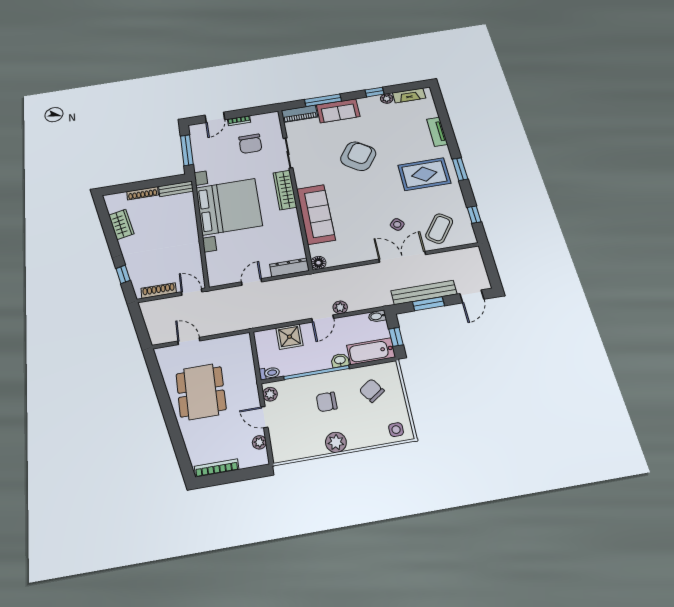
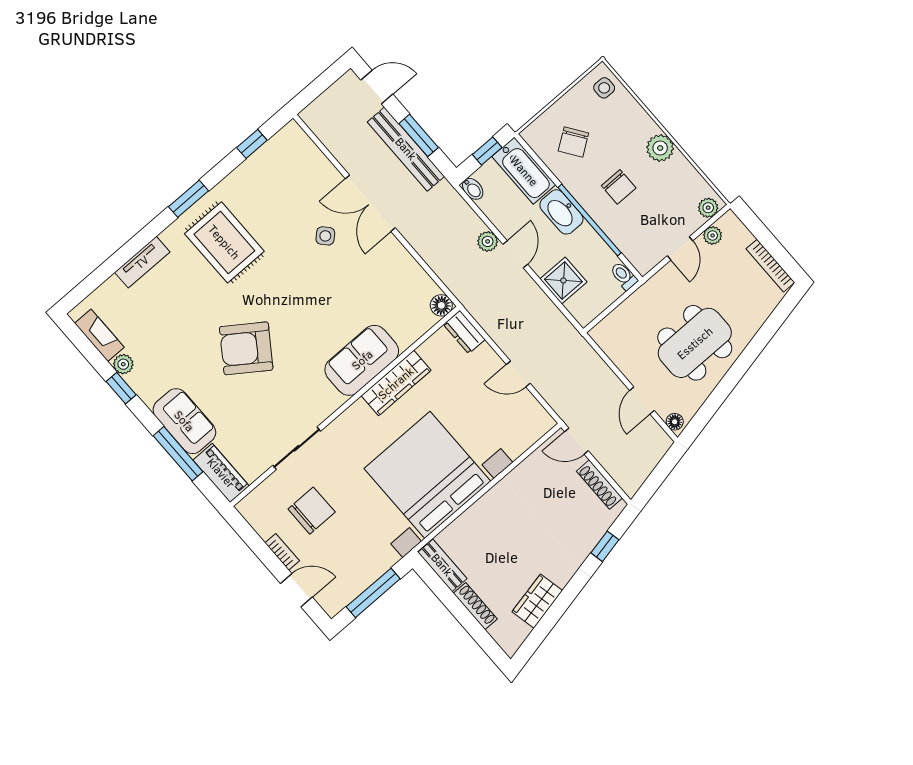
wardrobe: (285, 190) -> (396, 383), moved
sofa: (316, 214) -> (362, 360), width x0.73
coffee table: (439, 229) -> (300, 178), removed
dresser: (289, 267) -> (464, 332), width x0.70
door: (192, 292) -> (576, 441), hinge flipped
door: (323, 318) -> (515, 254), hinge flipped
floor lamp: (163, 352) -> (675, 422), added
washbasin: (340, 360) -> (561, 212), width x1.91, depth x1.45
plant: (270, 394) -> (708, 208), moved

